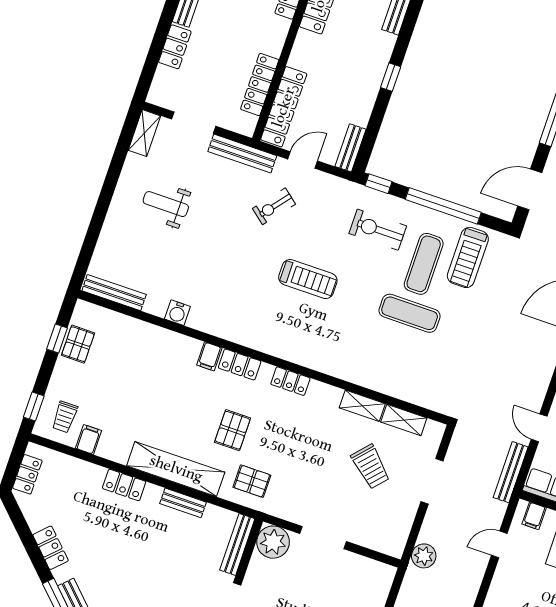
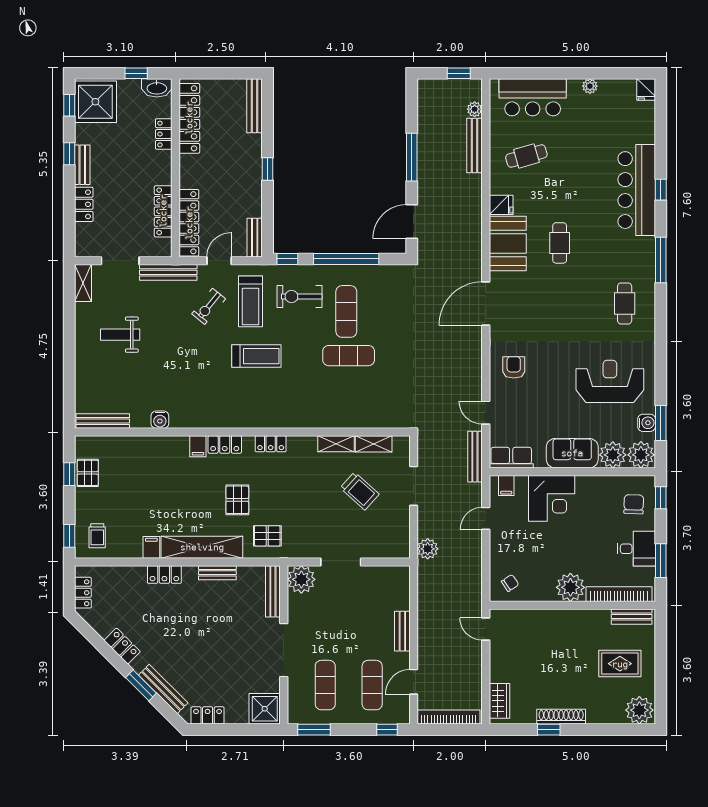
treadmill: (468, 257) -> (251, 301), moved
filing cabinet: (89, 439) -> (151, 547), moved

